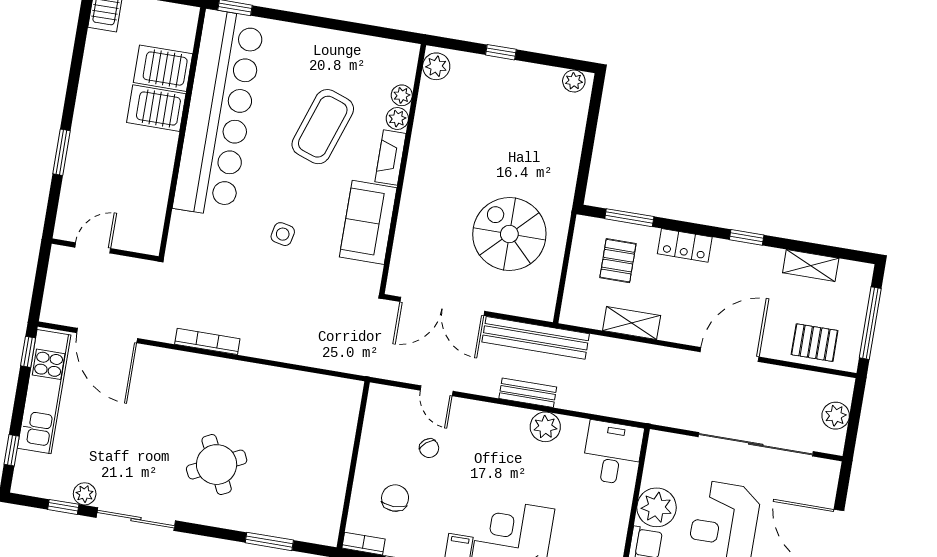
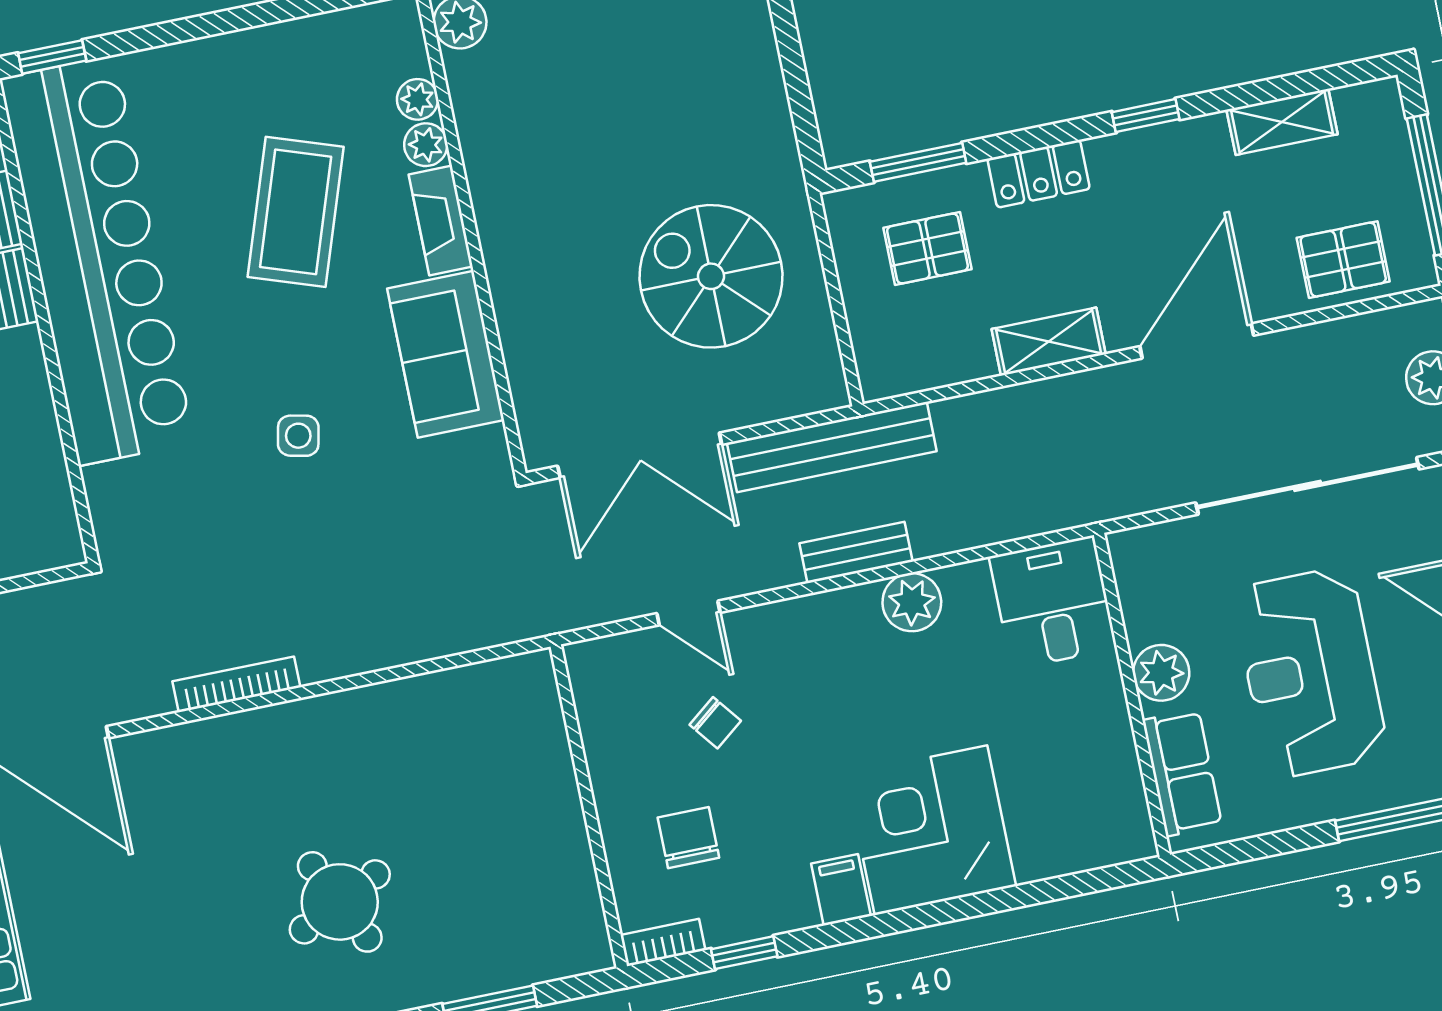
pallet: (618, 261) -> (927, 249), turned 90
shelving: (632, 323) -> (1049, 342), moved
plant: (657, 507) -> (1161, 673), width x0.73, depth x0.73

